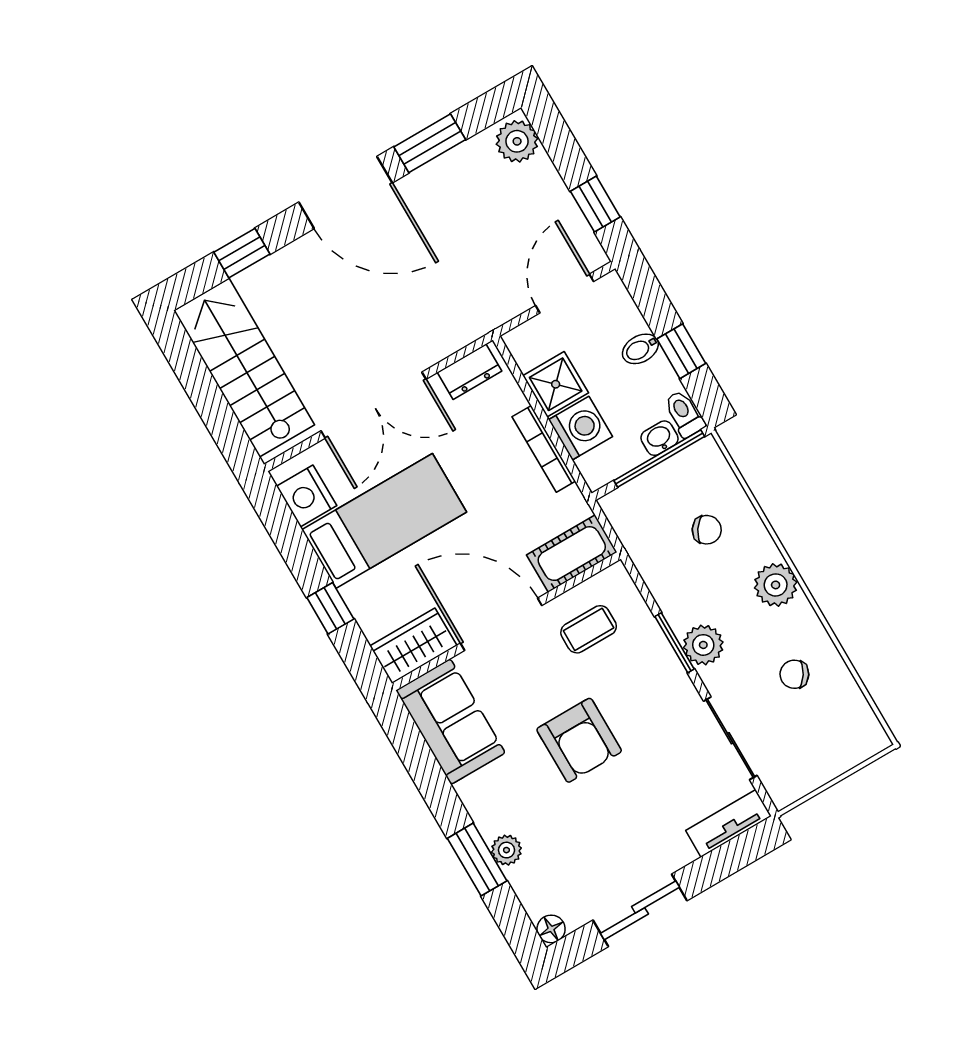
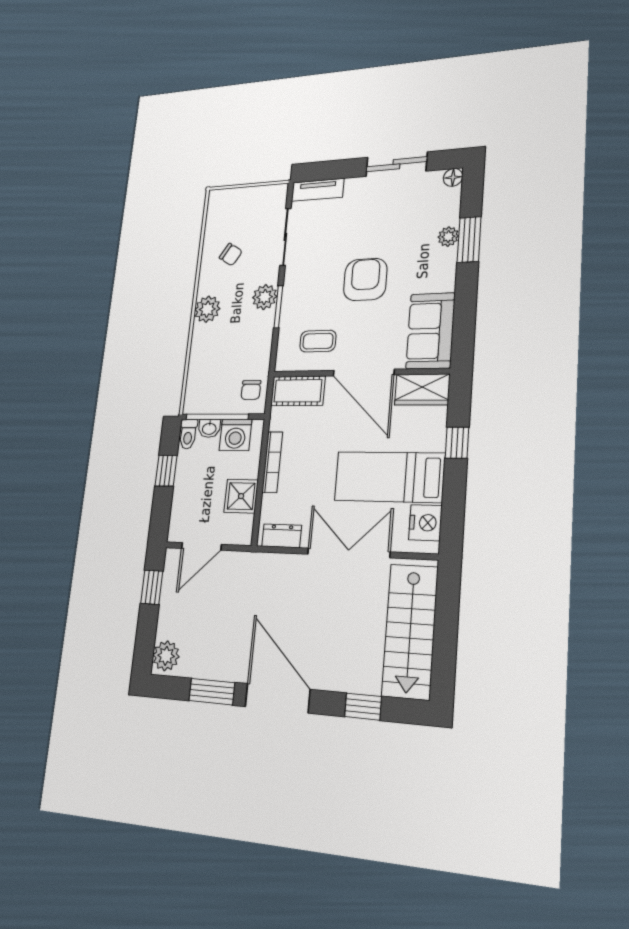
bidet: (640, 349) -> (185, 486), removed
washing machine: (581, 428) -> (235, 435), moved, turned -90
chair: (707, 530) -> (251, 390), moved, turned -124

